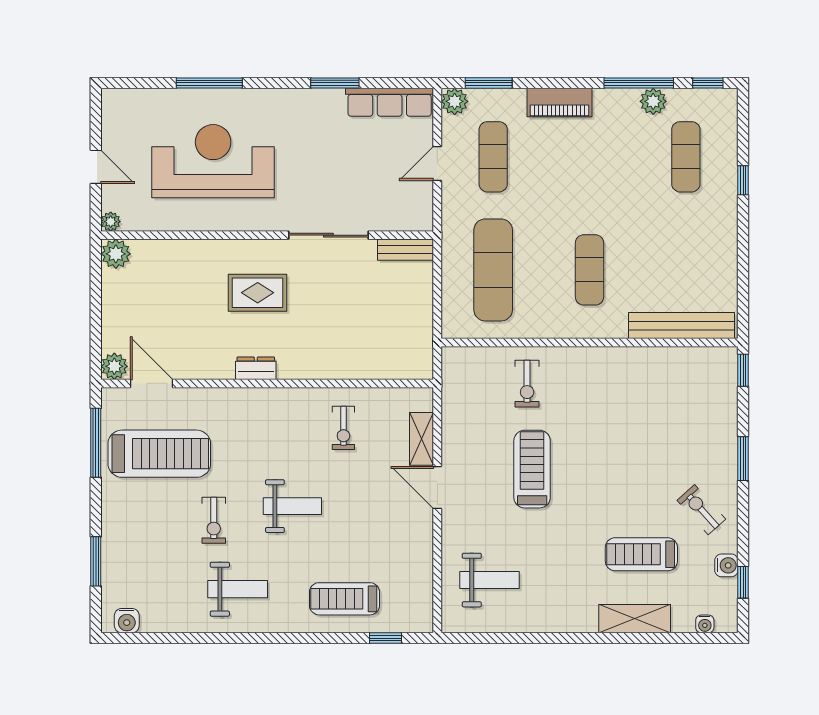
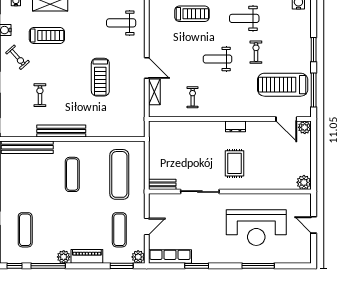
plant: (653, 101) -> (64, 257), moved
plant: (111, 222) -> (306, 198), removed
rug: (258, 293) -> (235, 163), turned 90
bench: (612, 359) -> (61, 131), added
exercise bike: (527, 384) -> (40, 95), moved
window: (96, 561) -> (314, 50), moved

